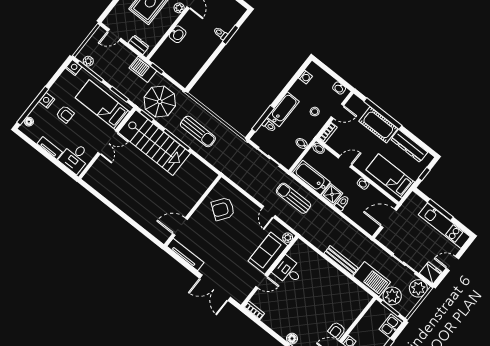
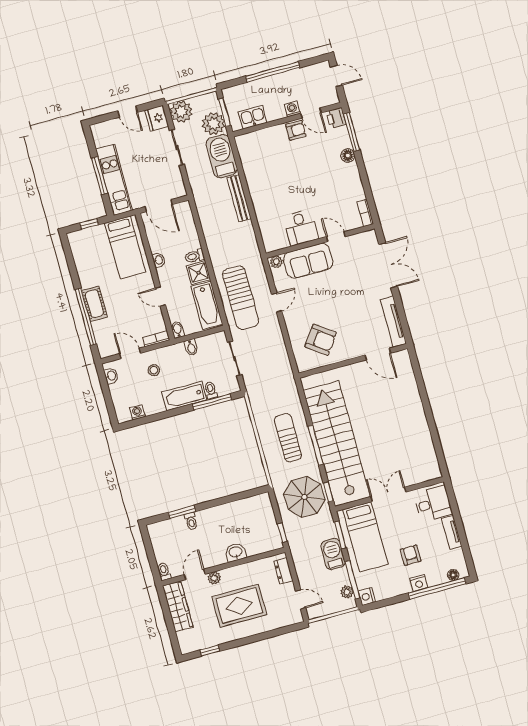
barbecue: (143, 69) -> (333, 554), moved, turned 180
cot: (378, 125) -> (94, 304), width x0.73, depth x0.75
stairs: (154, 143) -> (337, 444), width x1.36
dresser: (409, 146) -> (83, 264), removed
sun lounger: (293, 198) -> (241, 298), width x1.36, depth x1.34
kitchen unit: (444, 226) -> (114, 180), moved
kitchen sink: (391, 326) -> (253, 117), moved, turned 180

